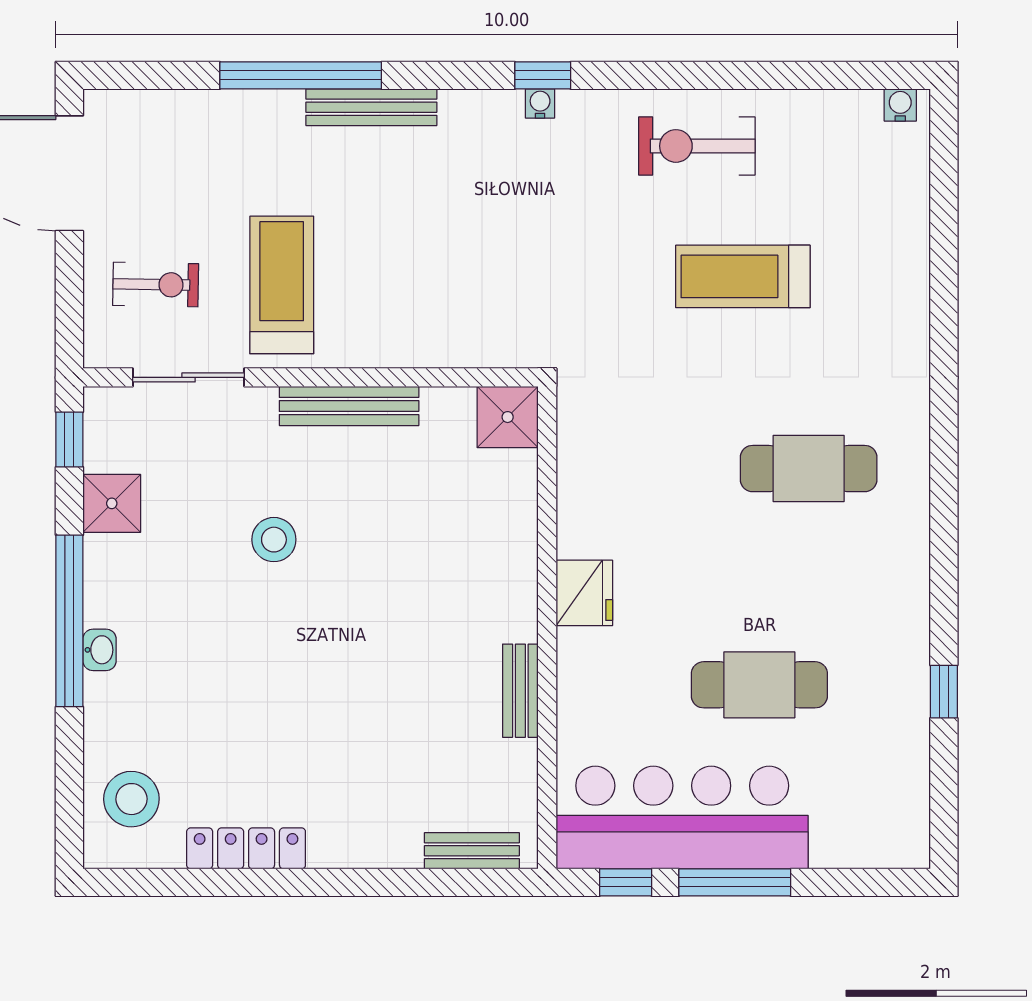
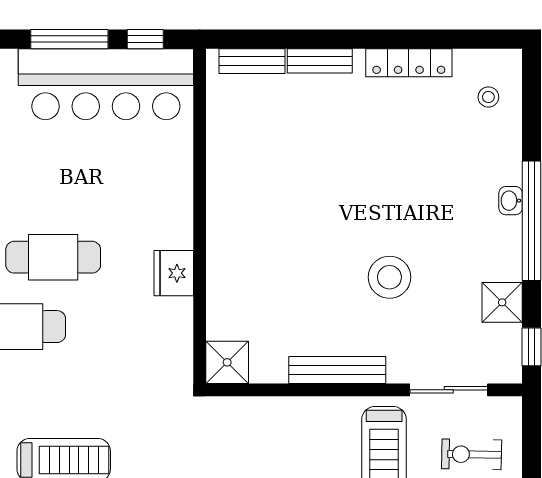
stool: (274, 540) -> (389, 277), width x1.38, depth x1.38
fridge: (584, 593) -> (174, 273), moved
cafe table: (759, 685) -> (53, 257), moved
bench: (520, 691) -> (320, 61), moved, turned 90
stool: (131, 799) -> (488, 97), width x0.53, depth x0.53

